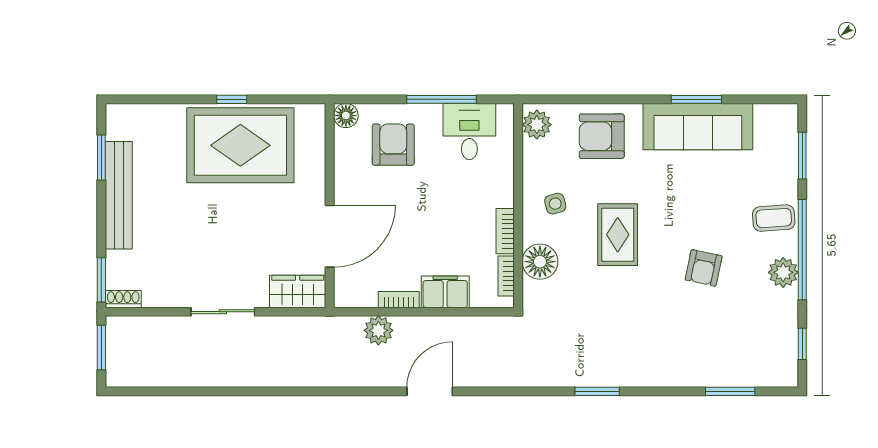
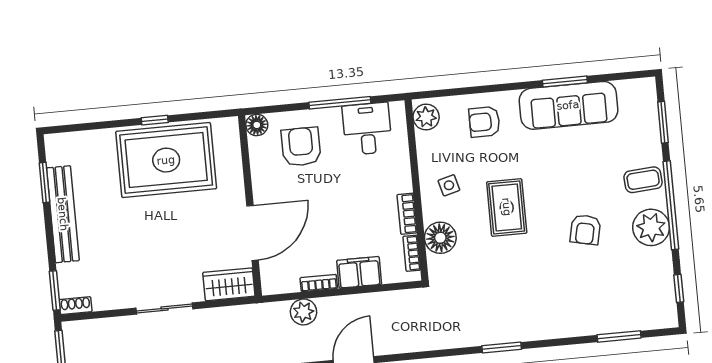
armchair: (602, 136) -> (484, 122), width x0.72, depth x0.72
plant: (783, 272) -> (651, 227), width x1.36, depth x1.36

